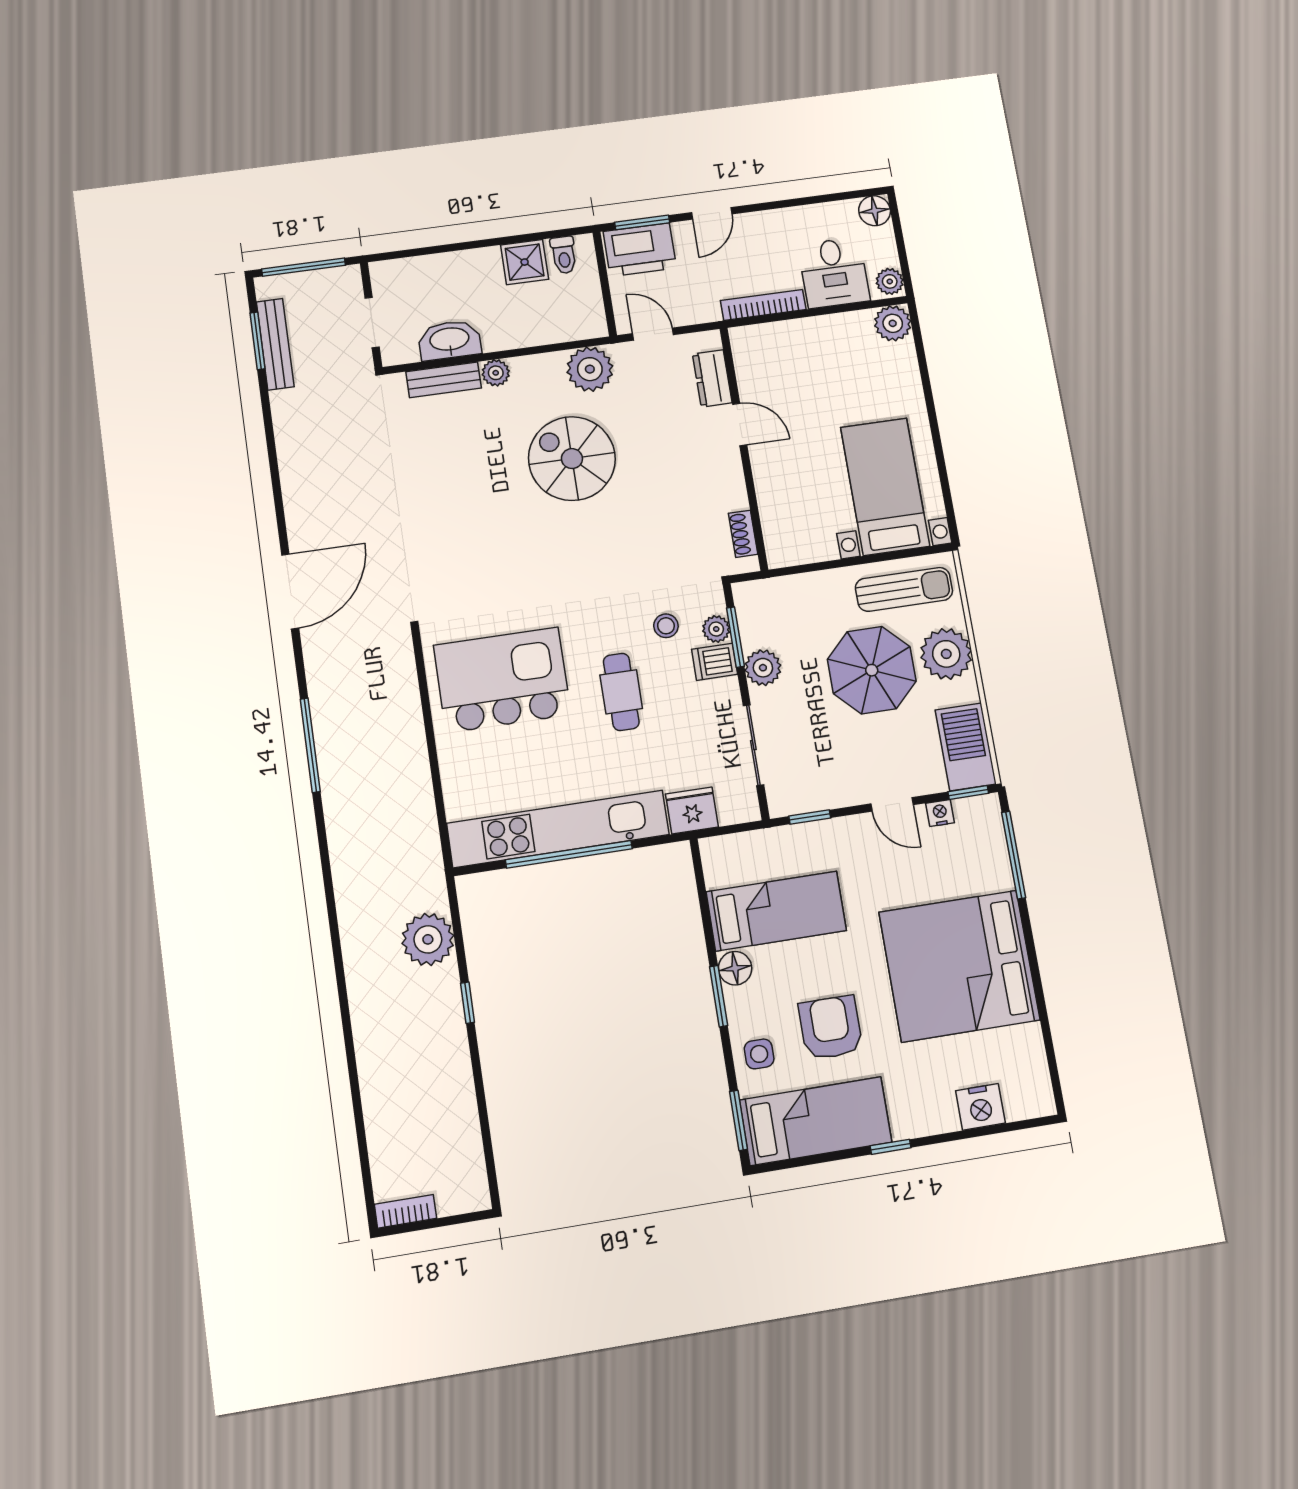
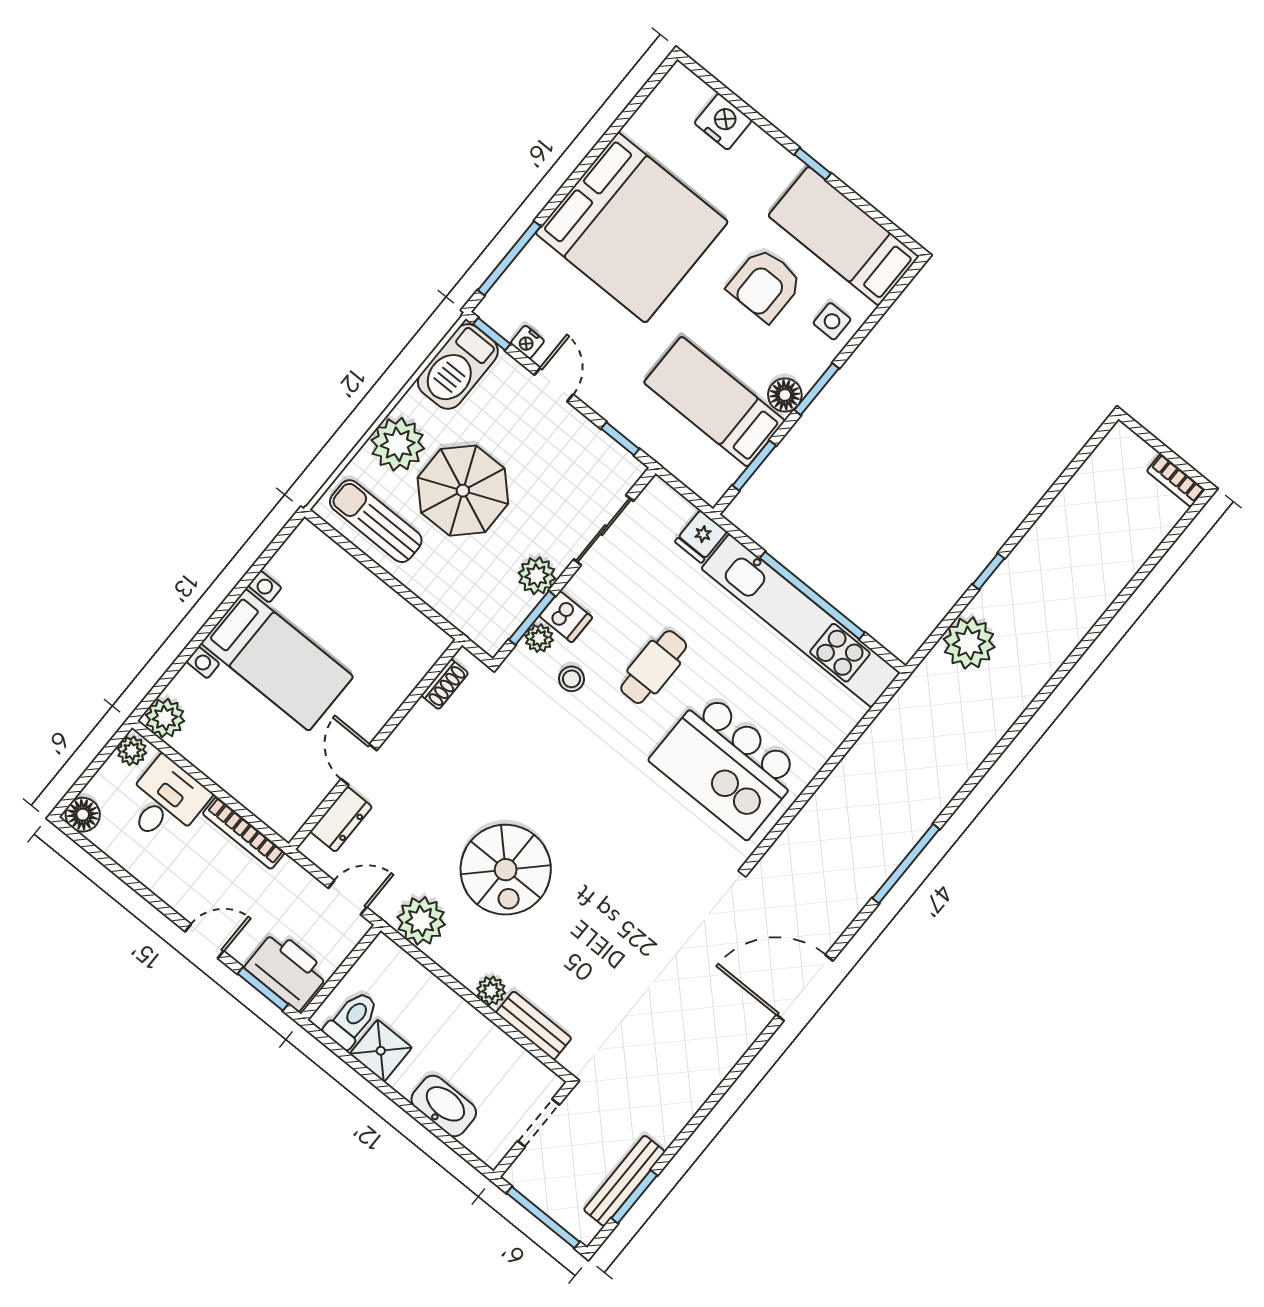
toilet: (564, 255) -> (352, 1020), width x1.37, depth x1.39
door: (653, 334) -> (347, 898), swing flipped
washbasin: (449, 340) -> (444, 1106), moved, turned 180
bed with nightstands: (885, 487) -> (277, 660), moved, turned -90
fridge: (692, 810) -> (701, 537), width x0.72
window: (738, 1120) -> (754, 466), moved

